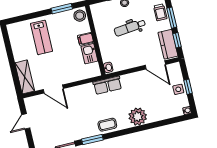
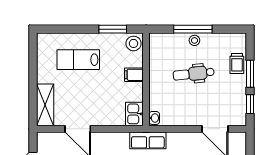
lab bench: (41, 37) -> (78, 60), turned 90
kitchen counter: (168, 44) -> (237, 106), removed
kitchen sink: (89, 54) -> (134, 114), moved

